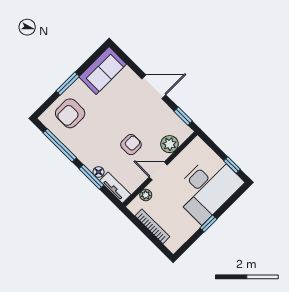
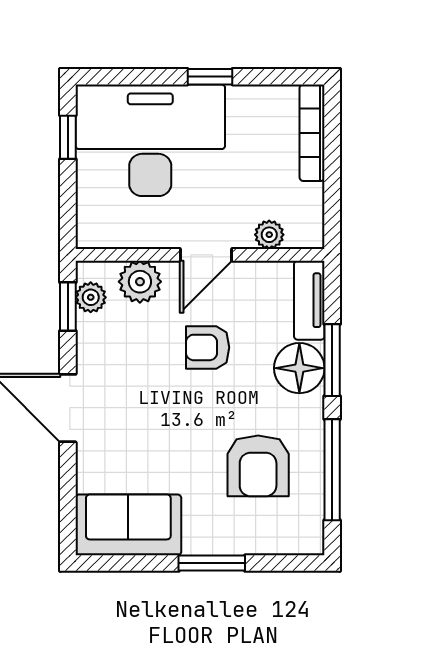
armchair: (70, 113) -> (258, 466), moved, turned 90
plant: (179, 125) -> (91, 297), added
door: (158, 171) -> (206, 255), hinge flipped
floor lamp: (99, 172) -> (299, 368), width x1.89, depth x1.89
bookcase: (152, 226) -> (312, 133), moved

